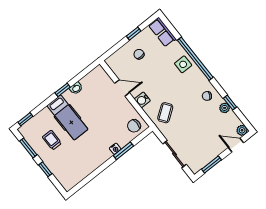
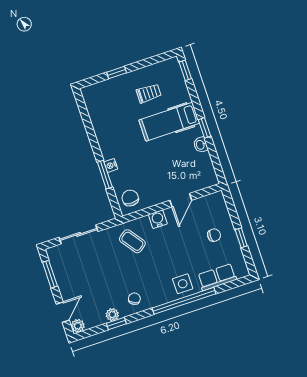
row of seats: (162, 32) -> (217, 277), moved
window: (28, 148) -> (150, 61), removed

